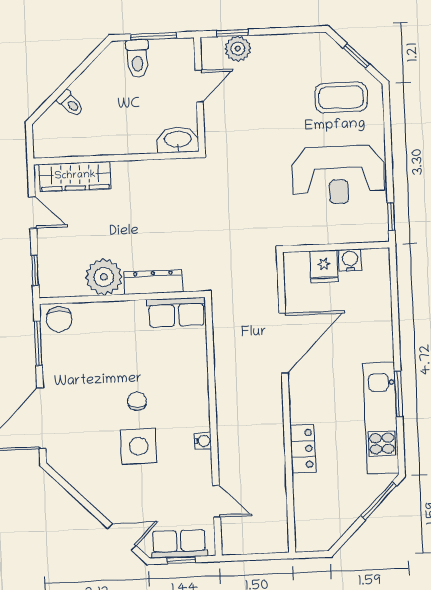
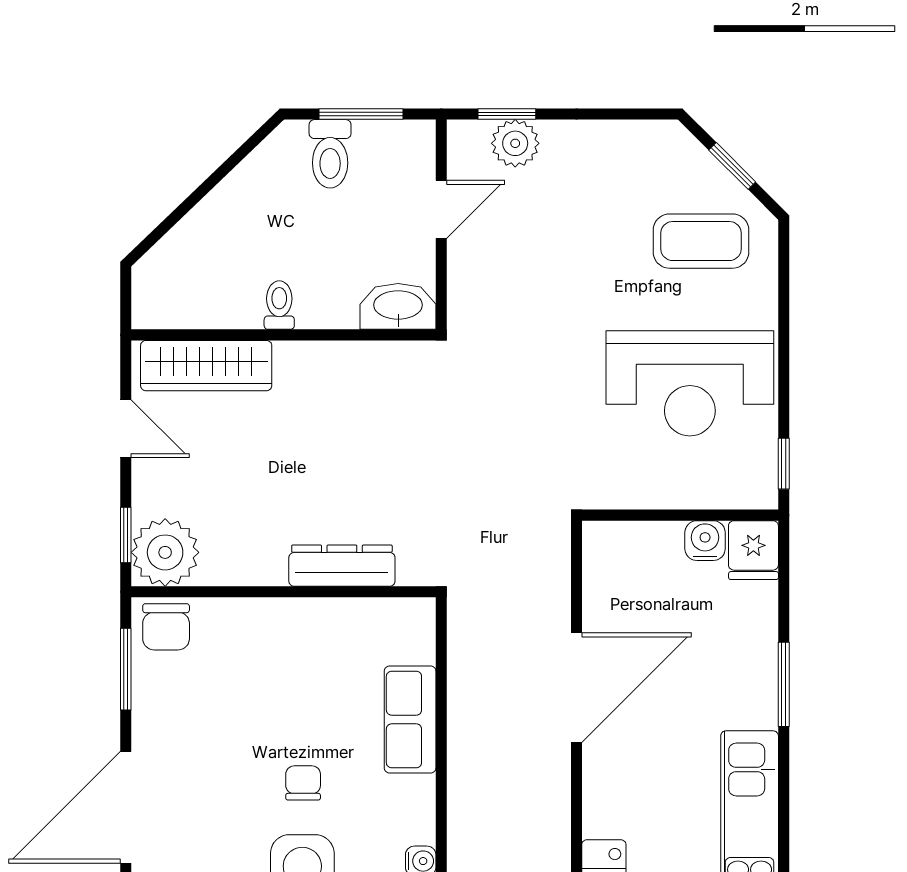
toilet: (70, 103) -> (279, 305), moved, turned -136
fridge: (324, 266) -> (753, 550), moved
plant: (104, 277) -> (165, 552), moved
row of seats: (176, 312) -> (410, 720), moved, turned 90
window: (398, 394) -> (784, 684), moved

